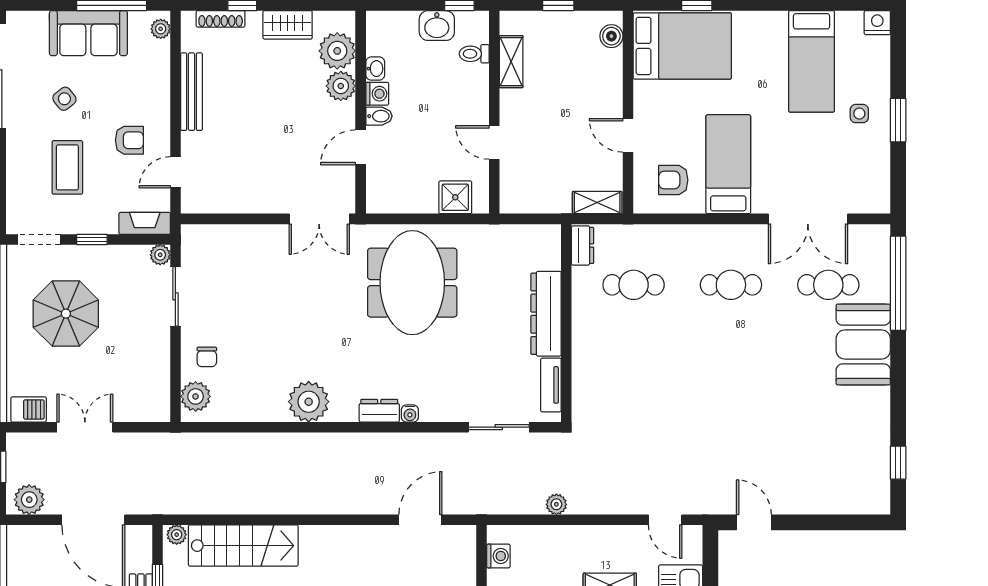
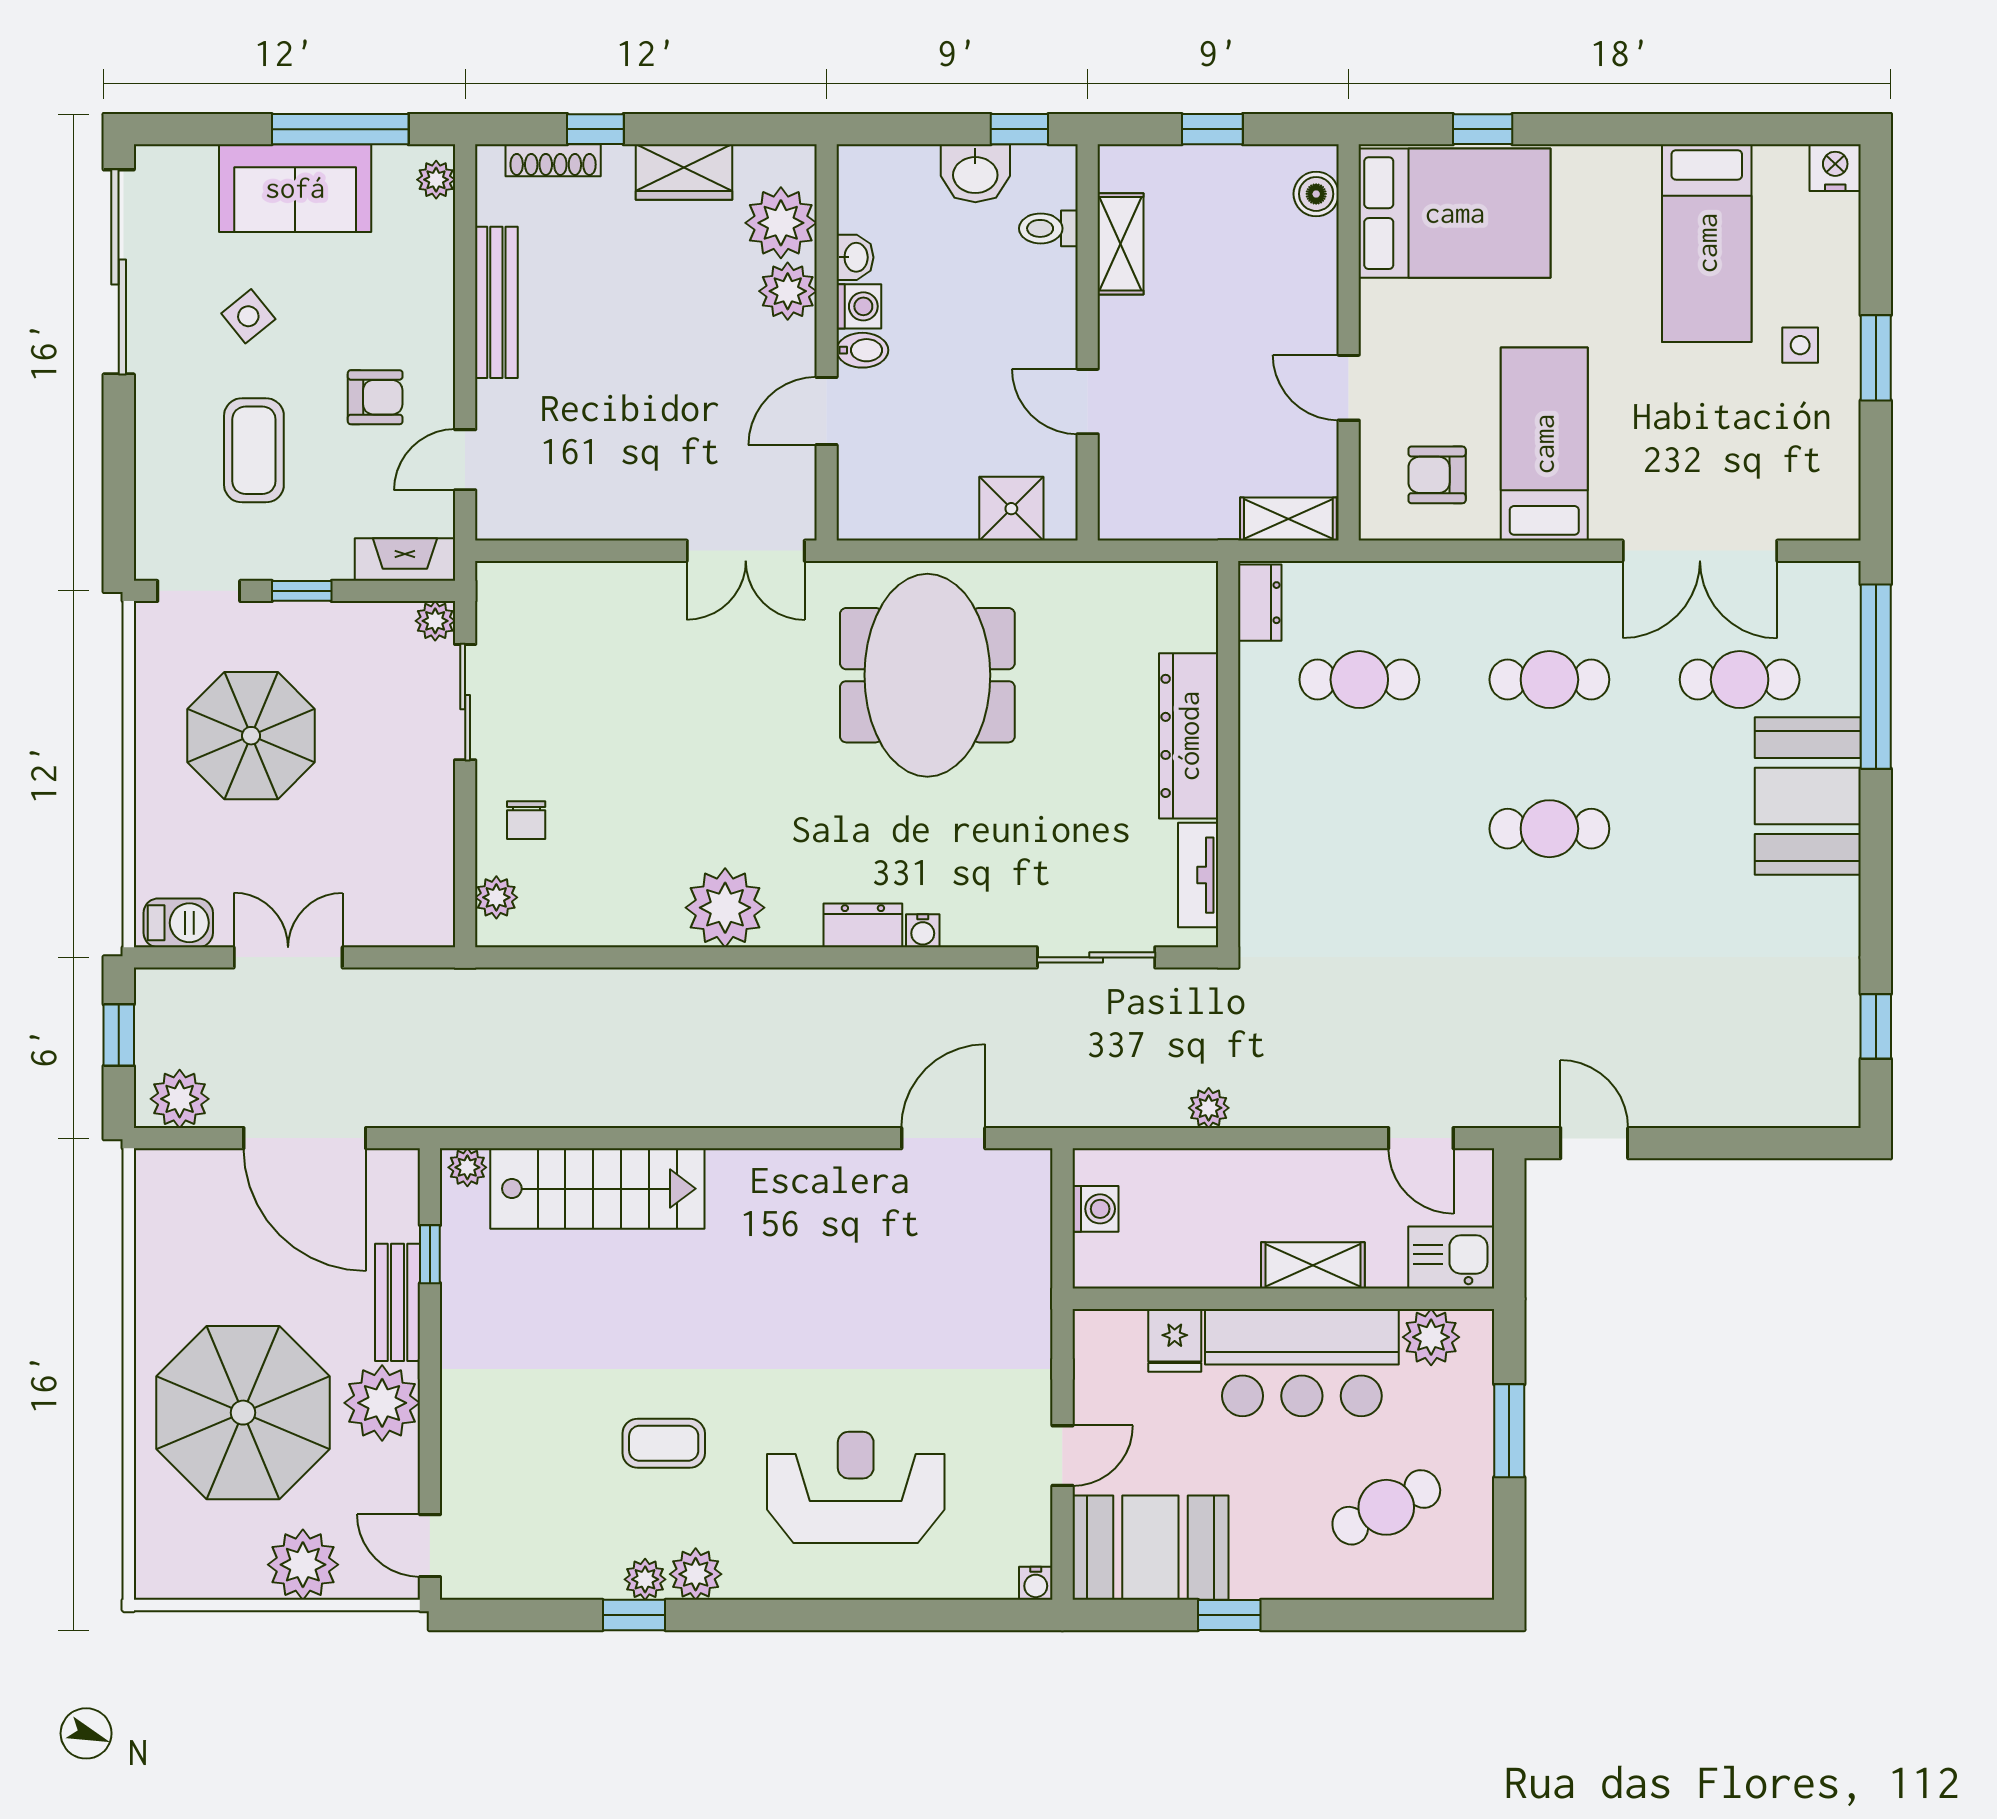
cafe table: (731, 361) -> (1549, 829), added
plant: (196, 396) -> (496, 897), width x0.73, depth x0.73

